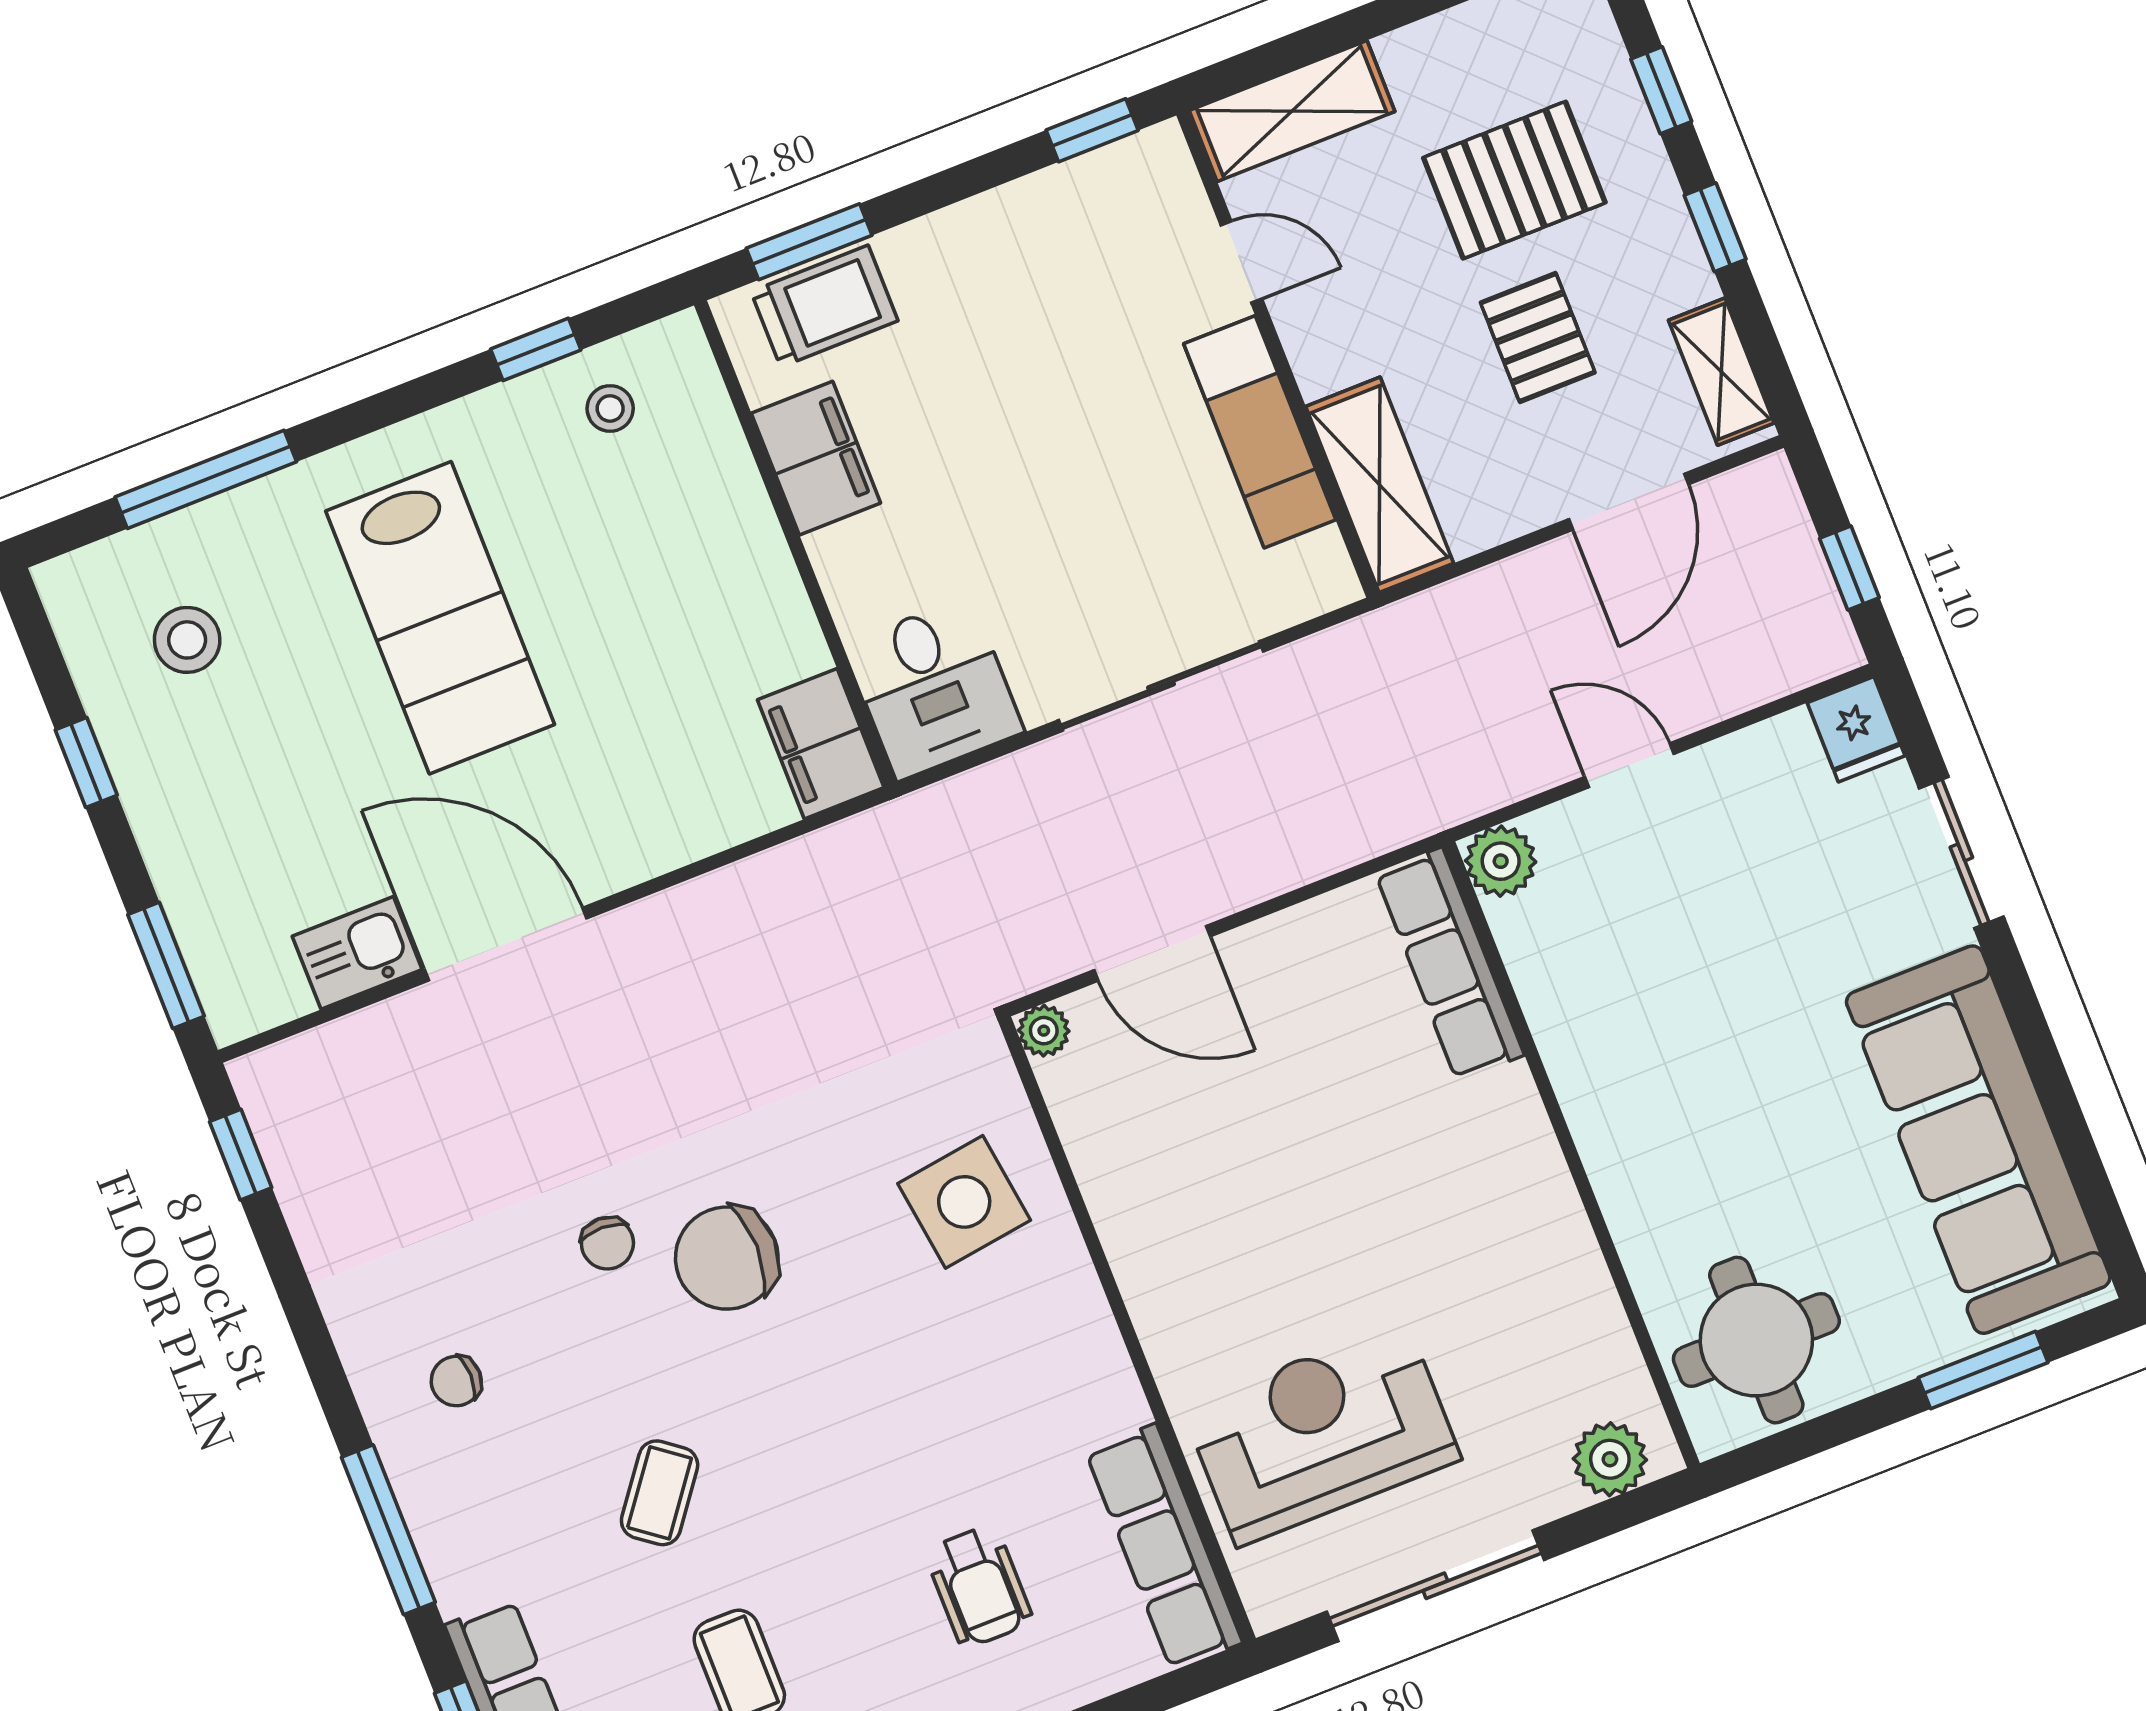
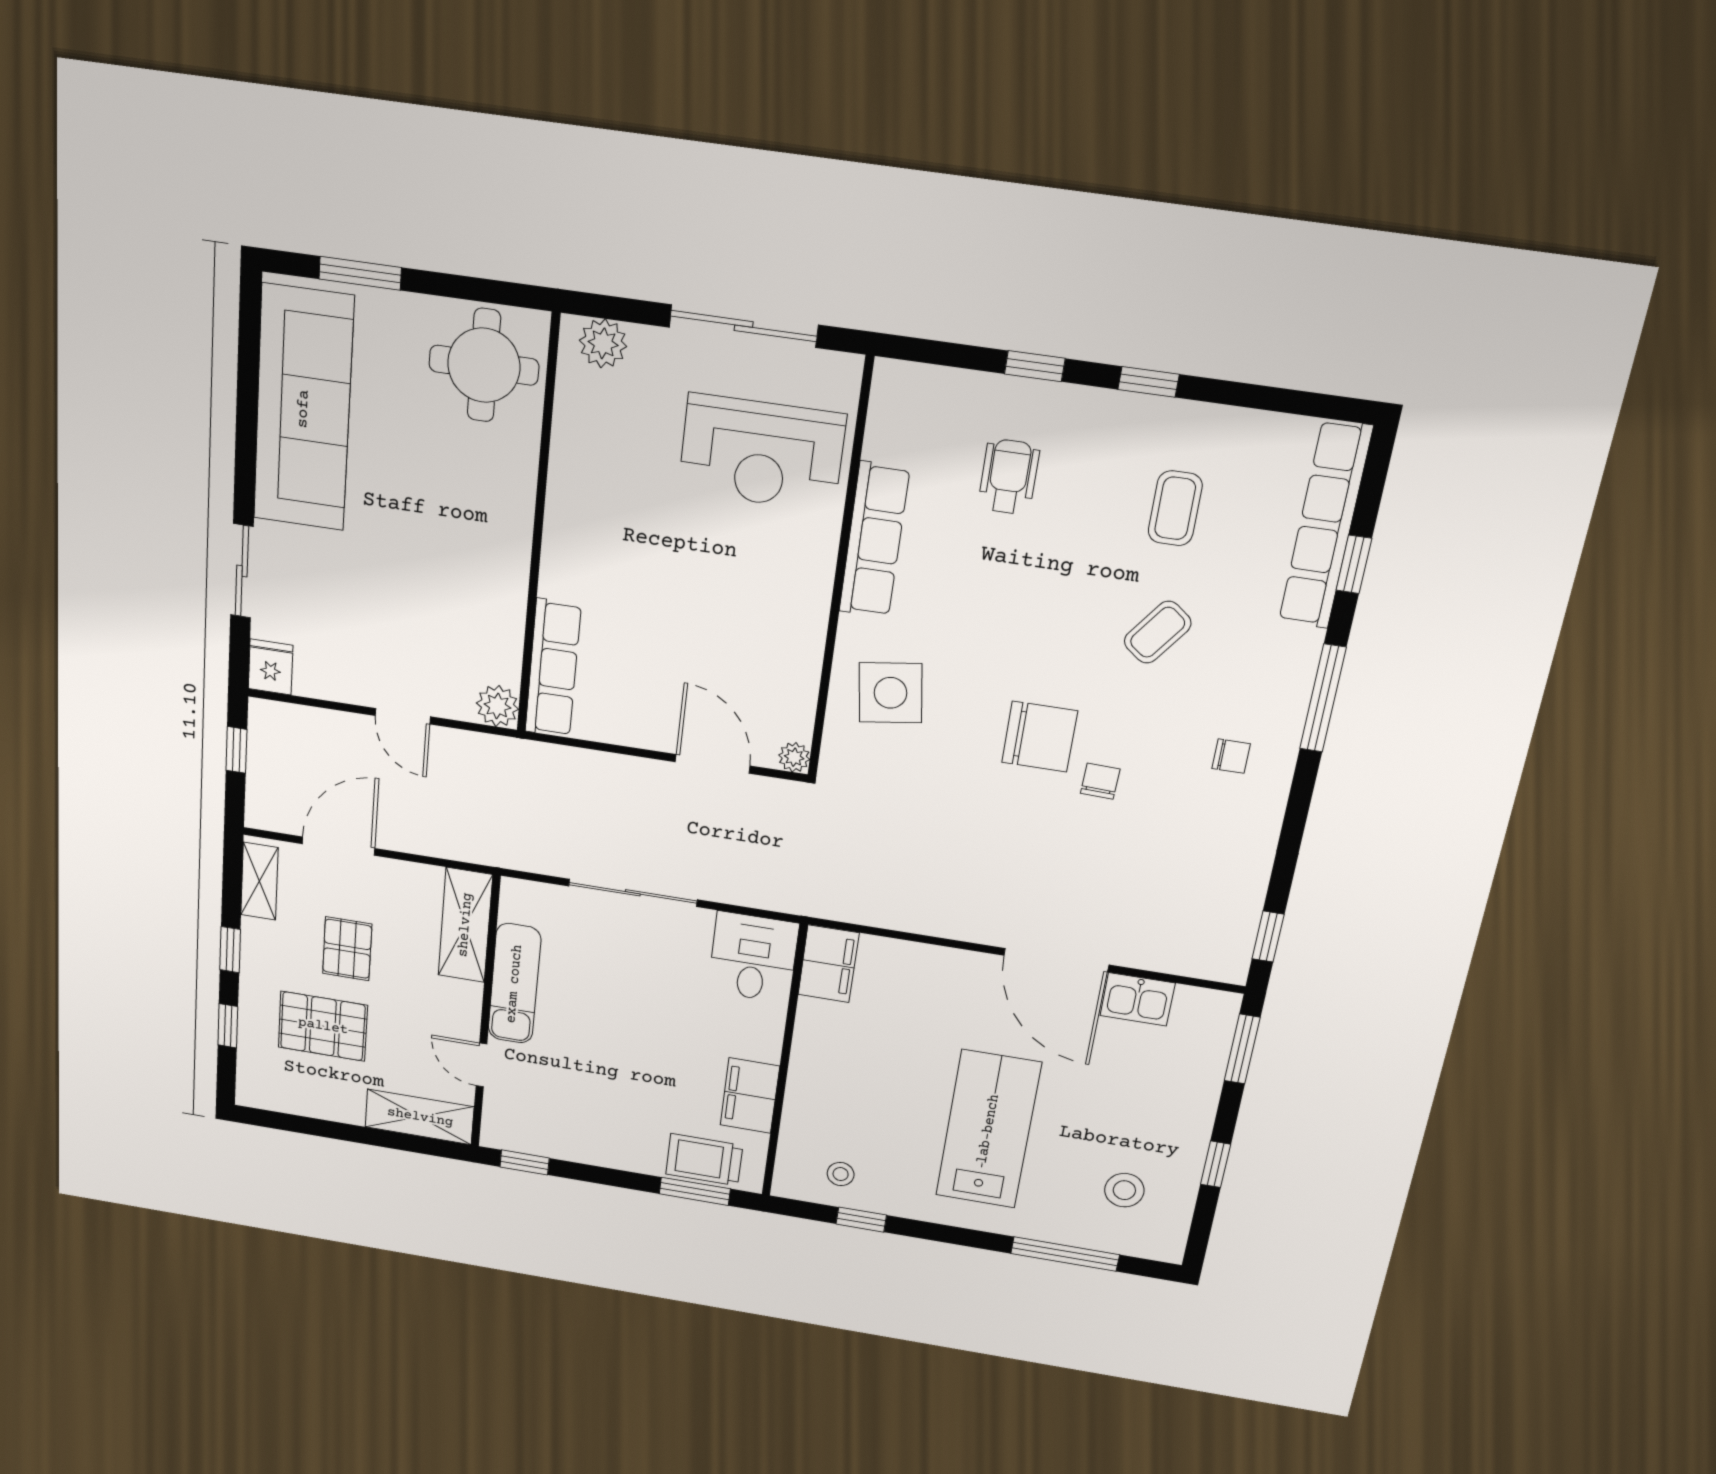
row of seats: (1164, 1547) -> (874, 540), moved

